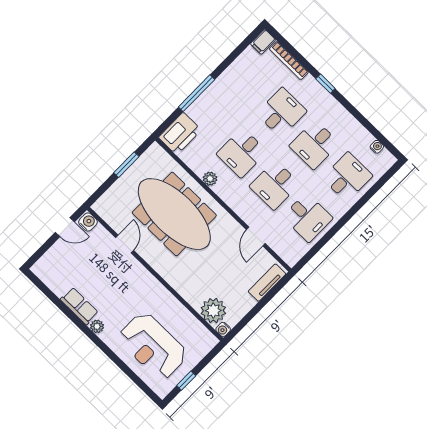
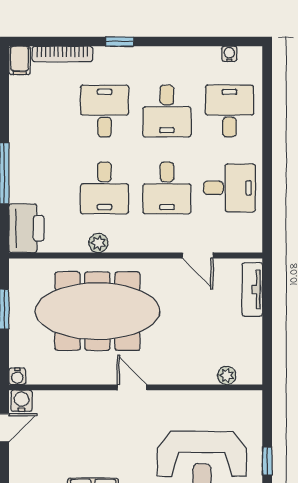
door: (125, 244) -> (132, 387), moved
plant: (213, 311) -> (227, 375), width x0.53, depth x0.53
water cooler: (223, 329) -> (17, 376), moved

